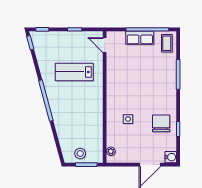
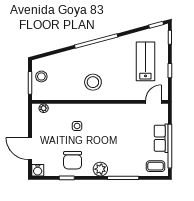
lab bench: (74, 72) -> (145, 61), moved
plant: (170, 97) -> (100, 169), added
stool: (86, 104) -> (93, 82), added
chair: (161, 123) -> (73, 160), turned 90

